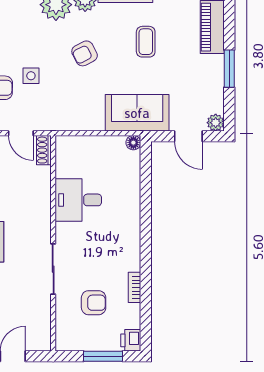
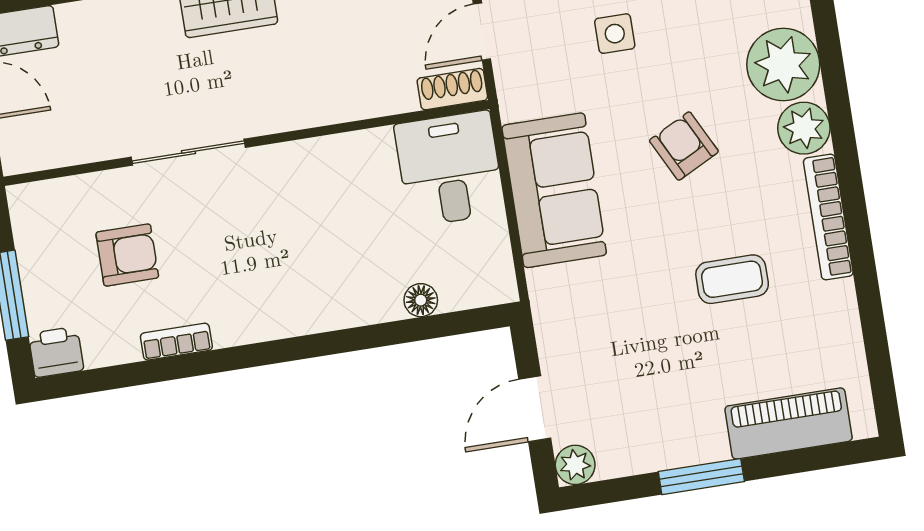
sofa: (137, 113) -> (554, 190), moved
floor lamp: (133, 143) -> (421, 300), moved
desk: (78, 200) -> (450, 169), moved
armchair: (94, 303) -> (127, 255), turned -90

